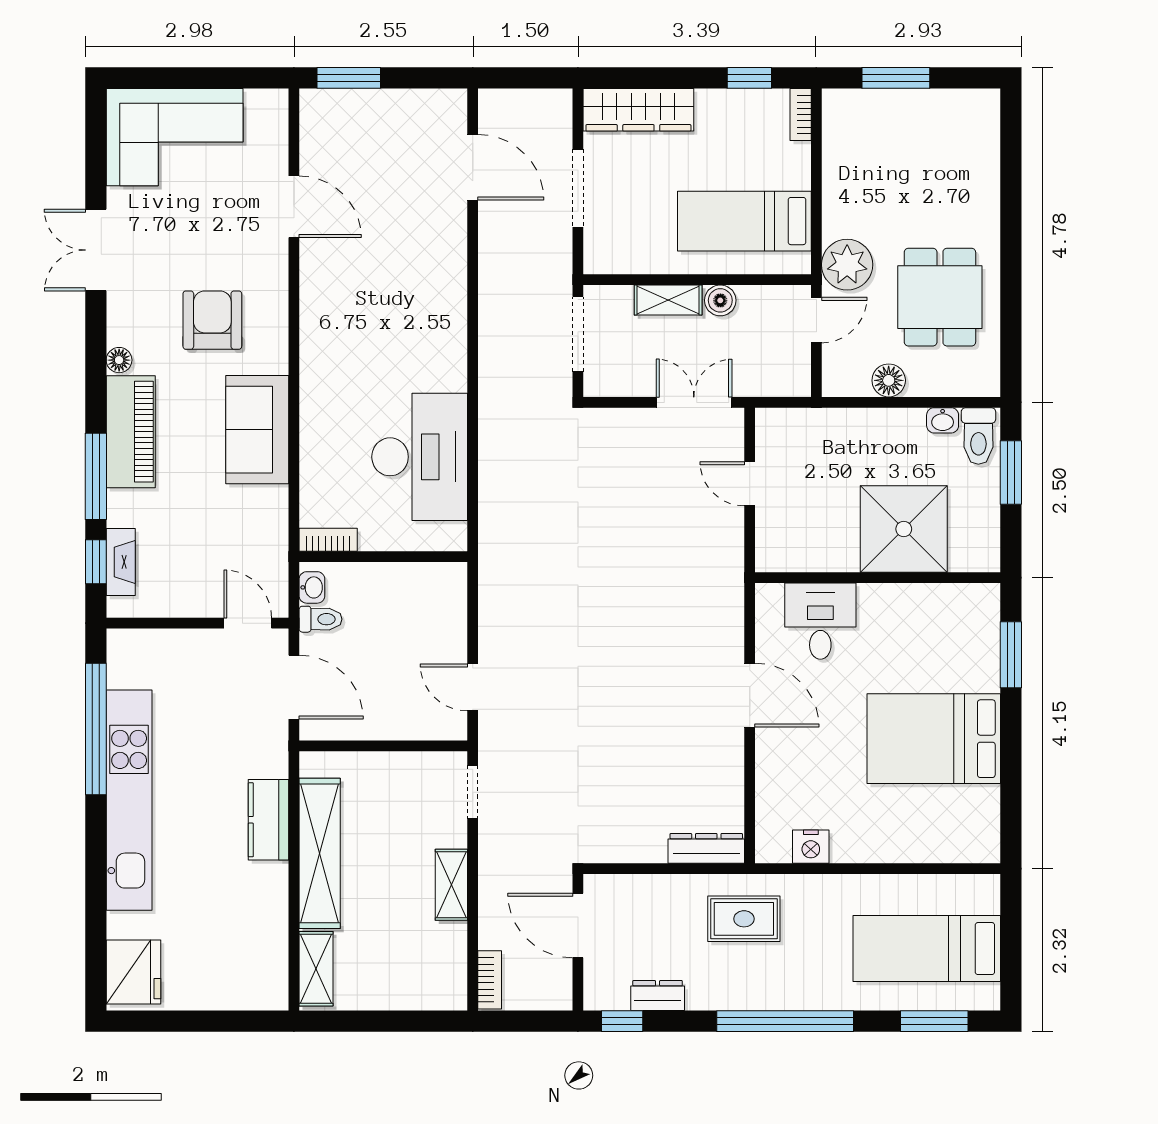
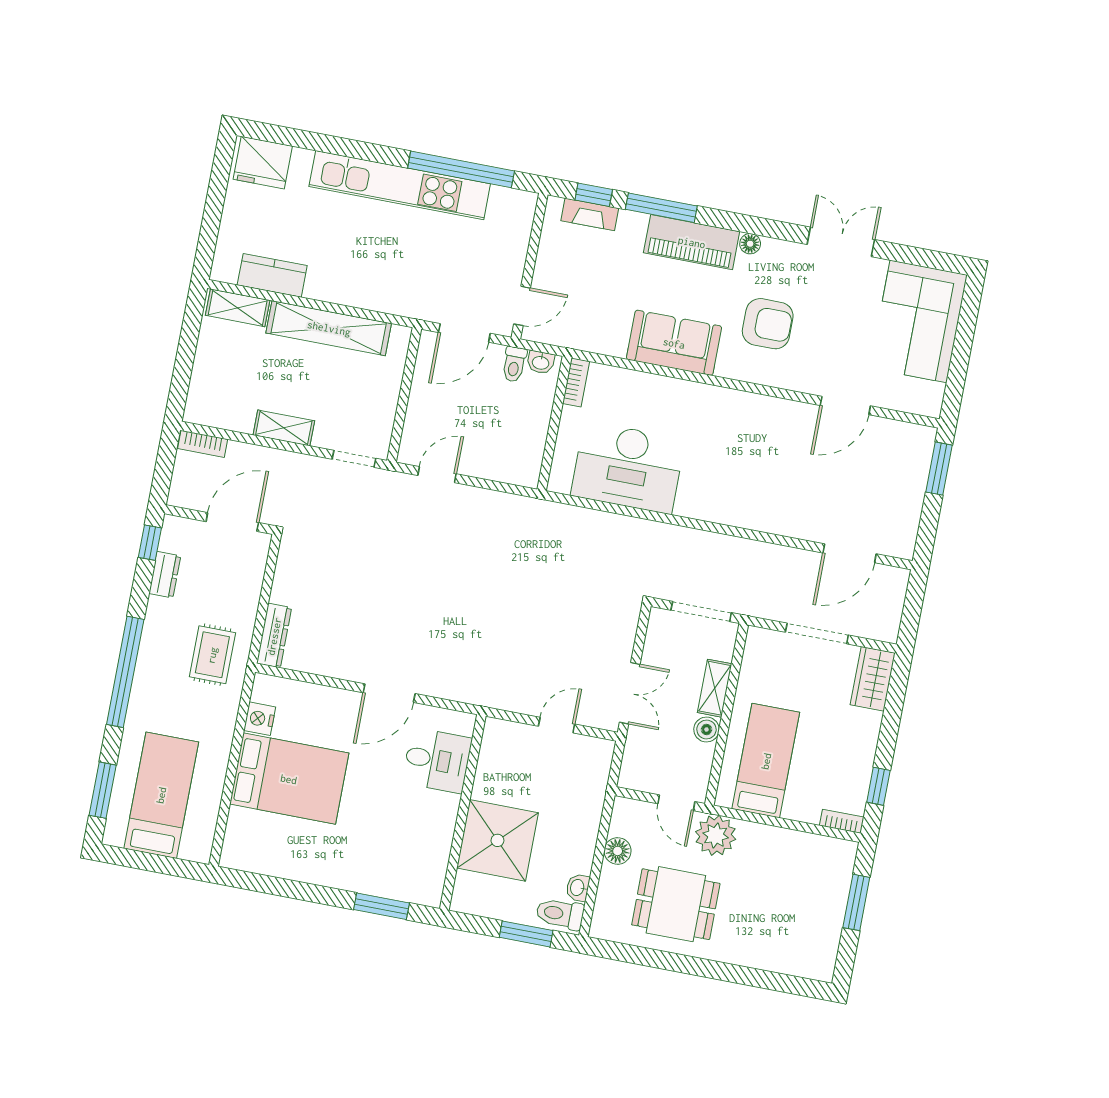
wardrobe: (638, 110) -> (873, 679), width x0.67
bed: (934, 739) -> (289, 779), moved, turned 90
kitchen counter: (268, 820) -> (272, 275), moved

